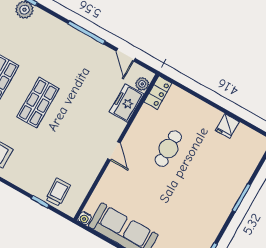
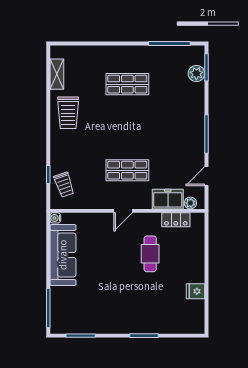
locker: (158, 93) -> (176, 220), moved
shop shelf: (38, 103) -> (127, 170), moved
cafe table: (168, 149) -> (150, 254), turned 90
trolley: (58, 192) -> (64, 185), turned 73

